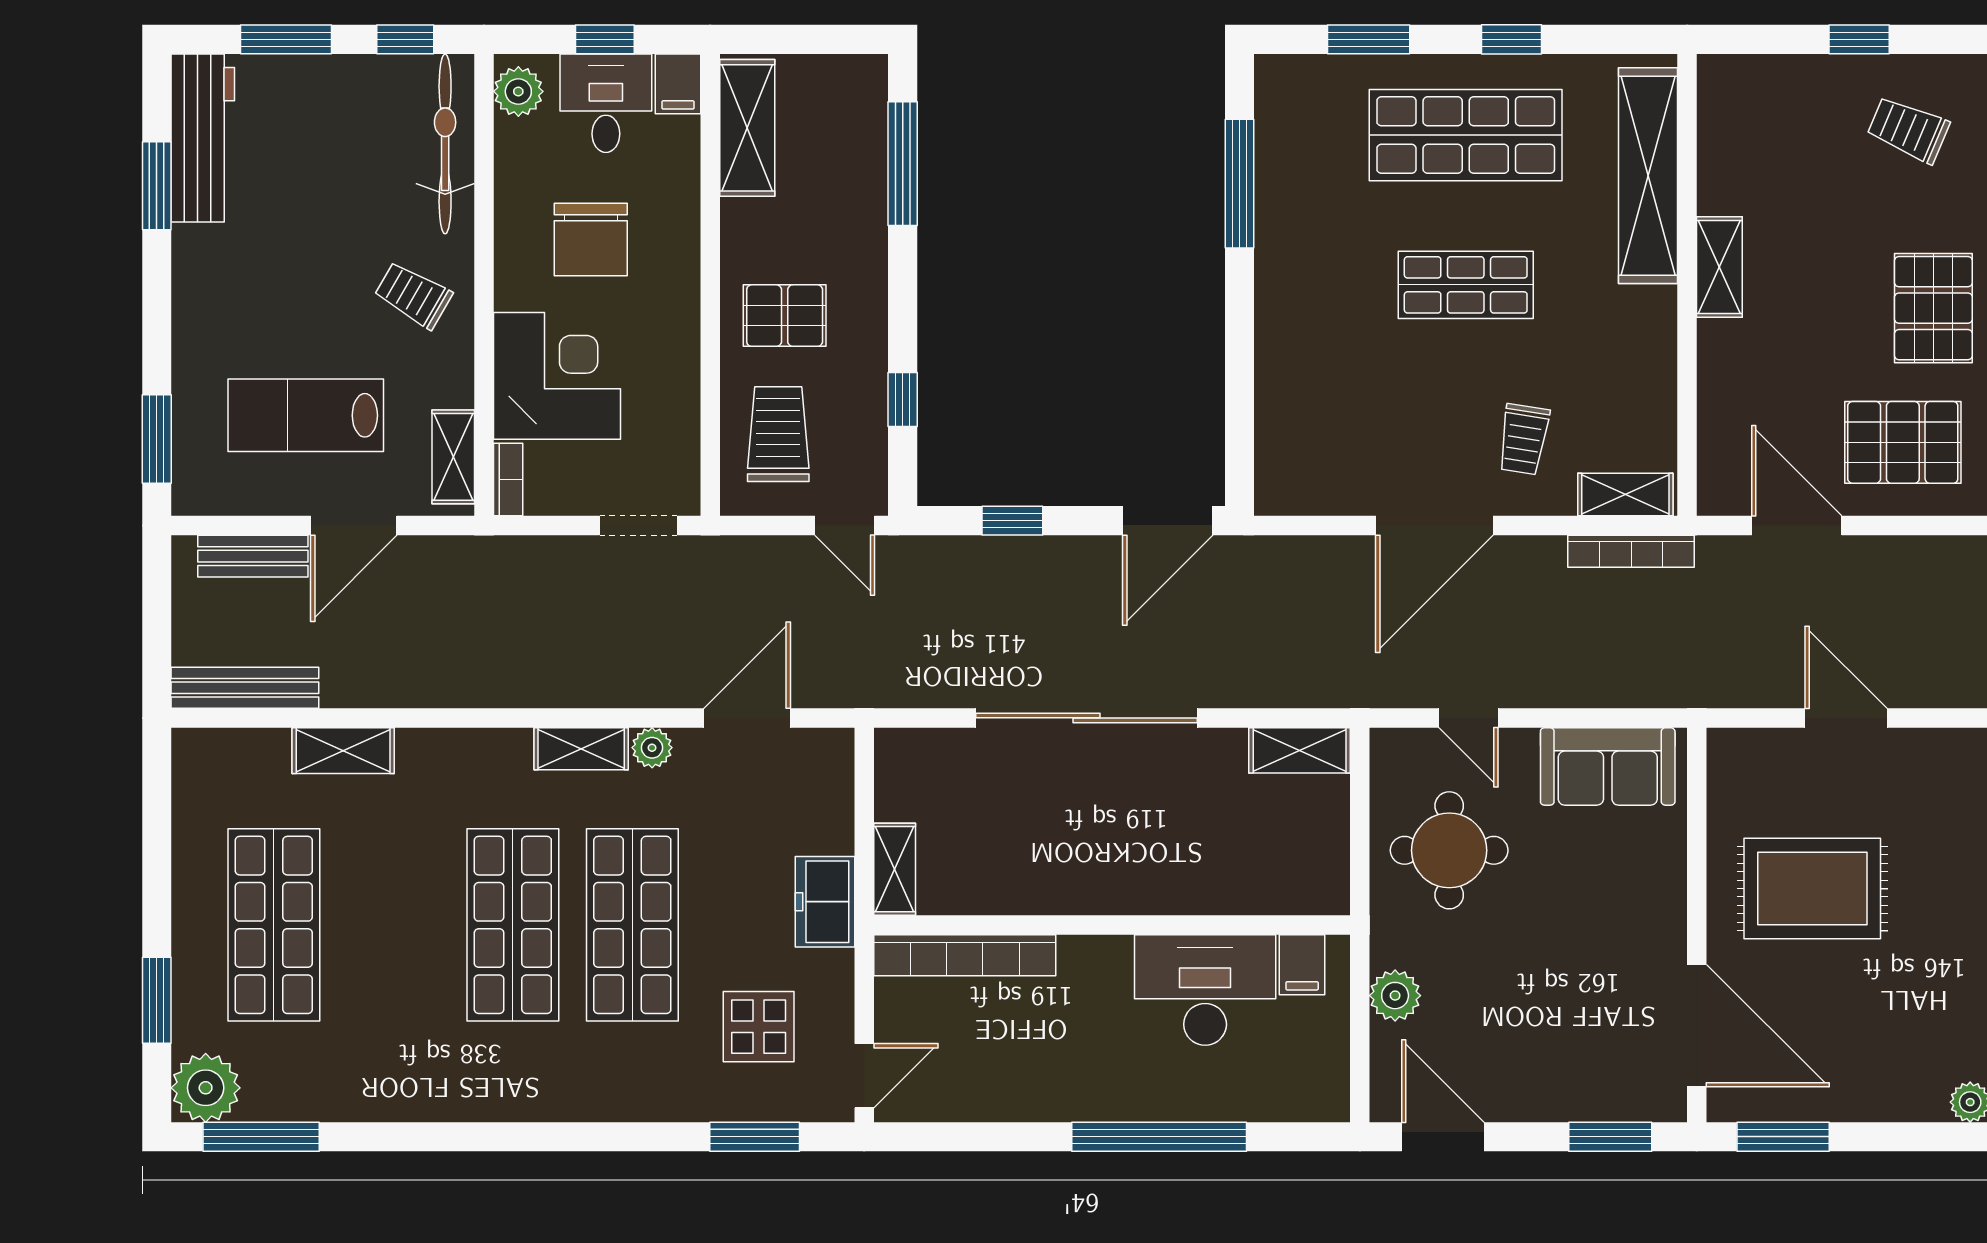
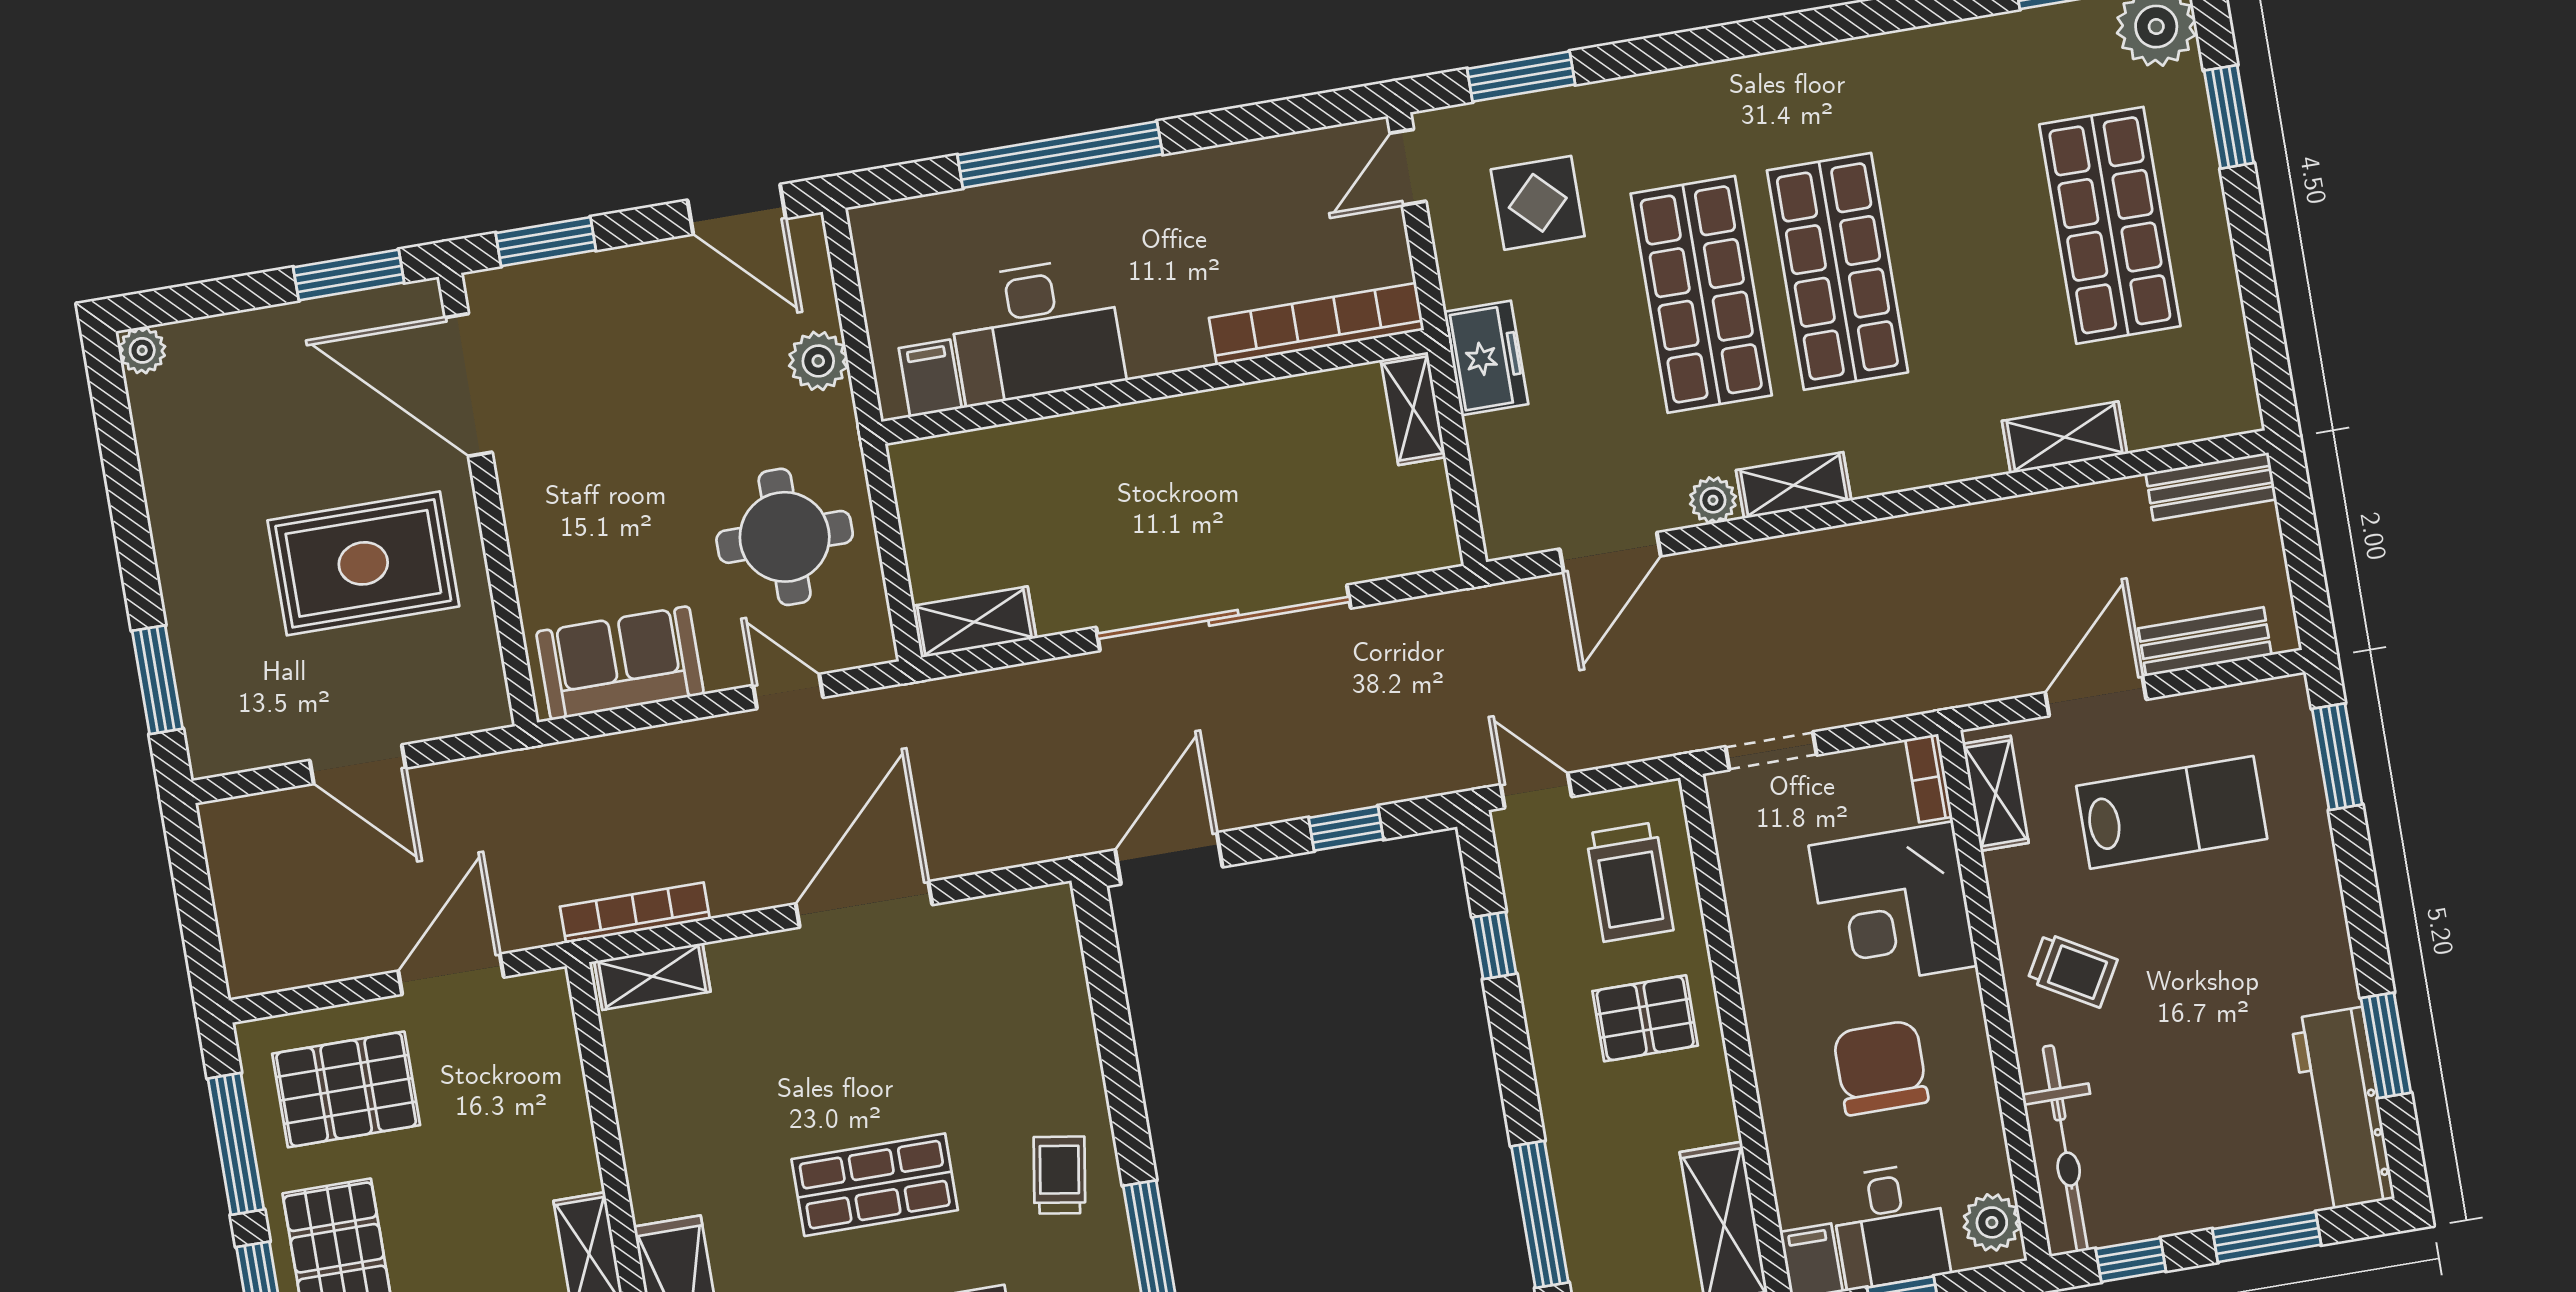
trolley: (1524, 439) -> (1059, 1175), moved
door: (1797, 525) -> (451, 974), swing flipped
bench: (245, 688) -> (2211, 486), width x0.73

